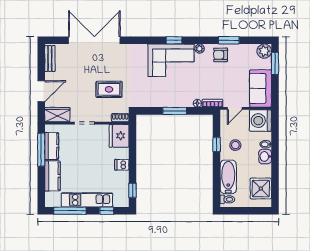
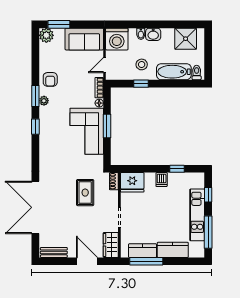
window: (229, 40) -> (35, 96), moved
corner sofa: (171, 60) -> (87, 131), moved, turned 180
door: (235, 108) -> (105, 65), swing flipped
window: (133, 190) -> (177, 169), moved

